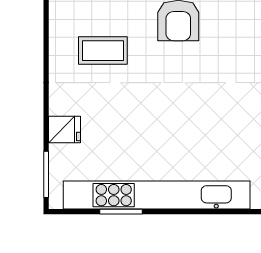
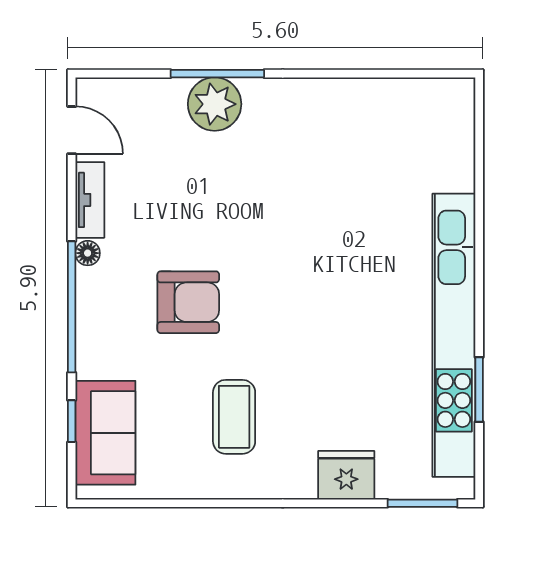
fridge: (65, 130) -> (346, 475), width x1.38

